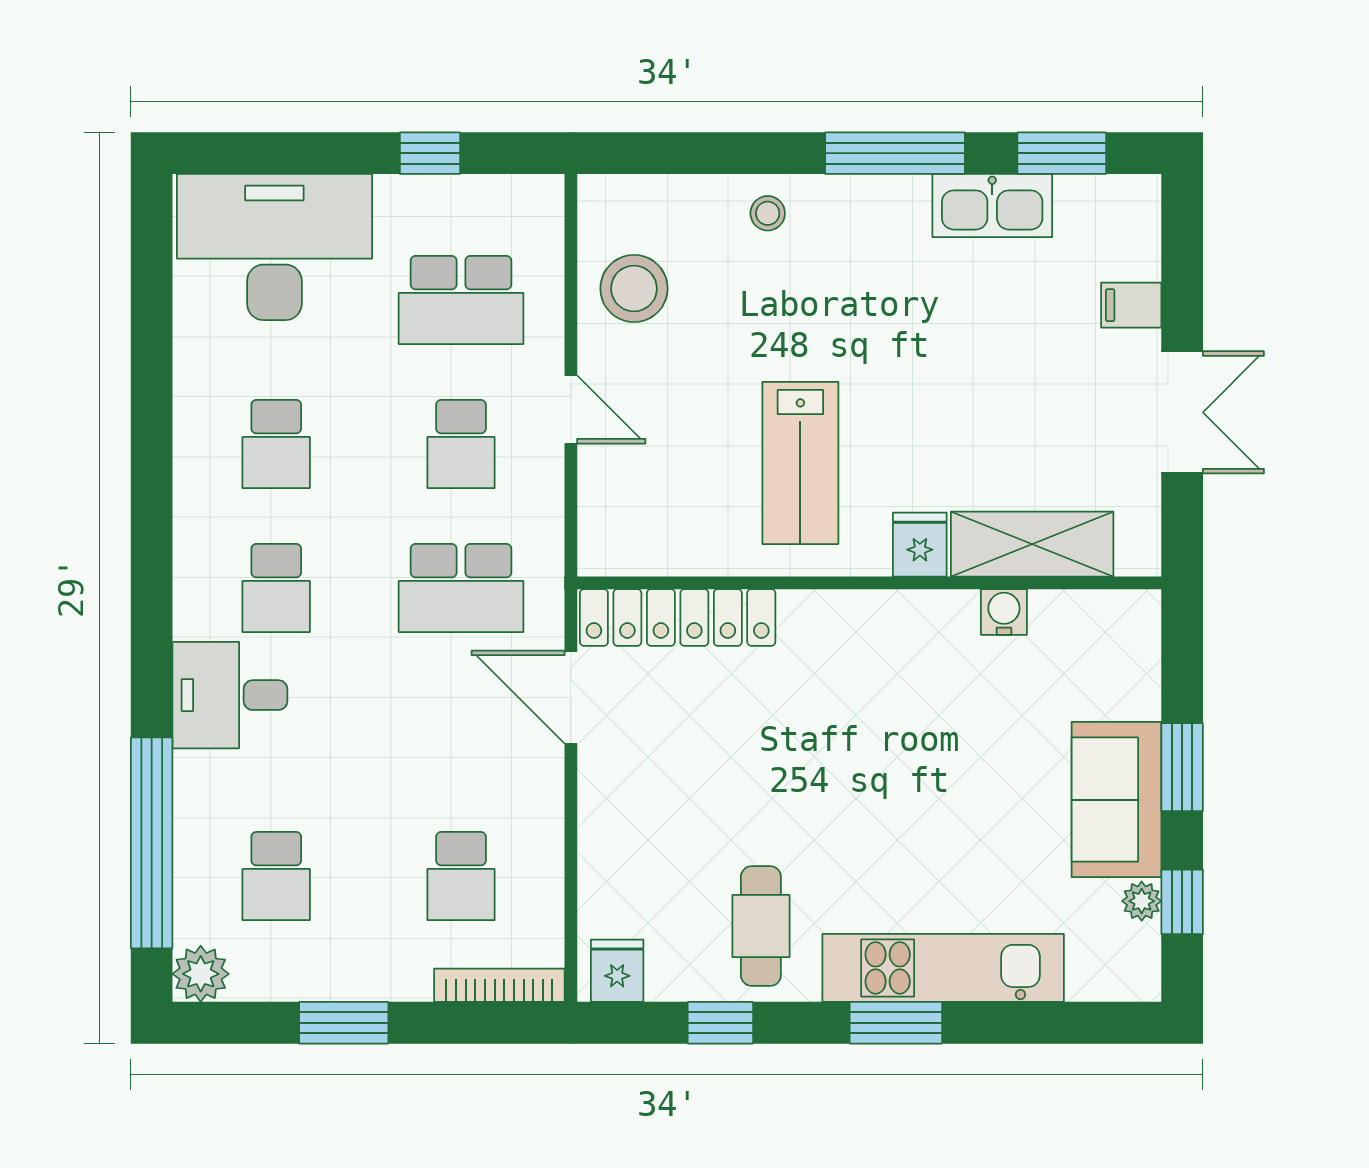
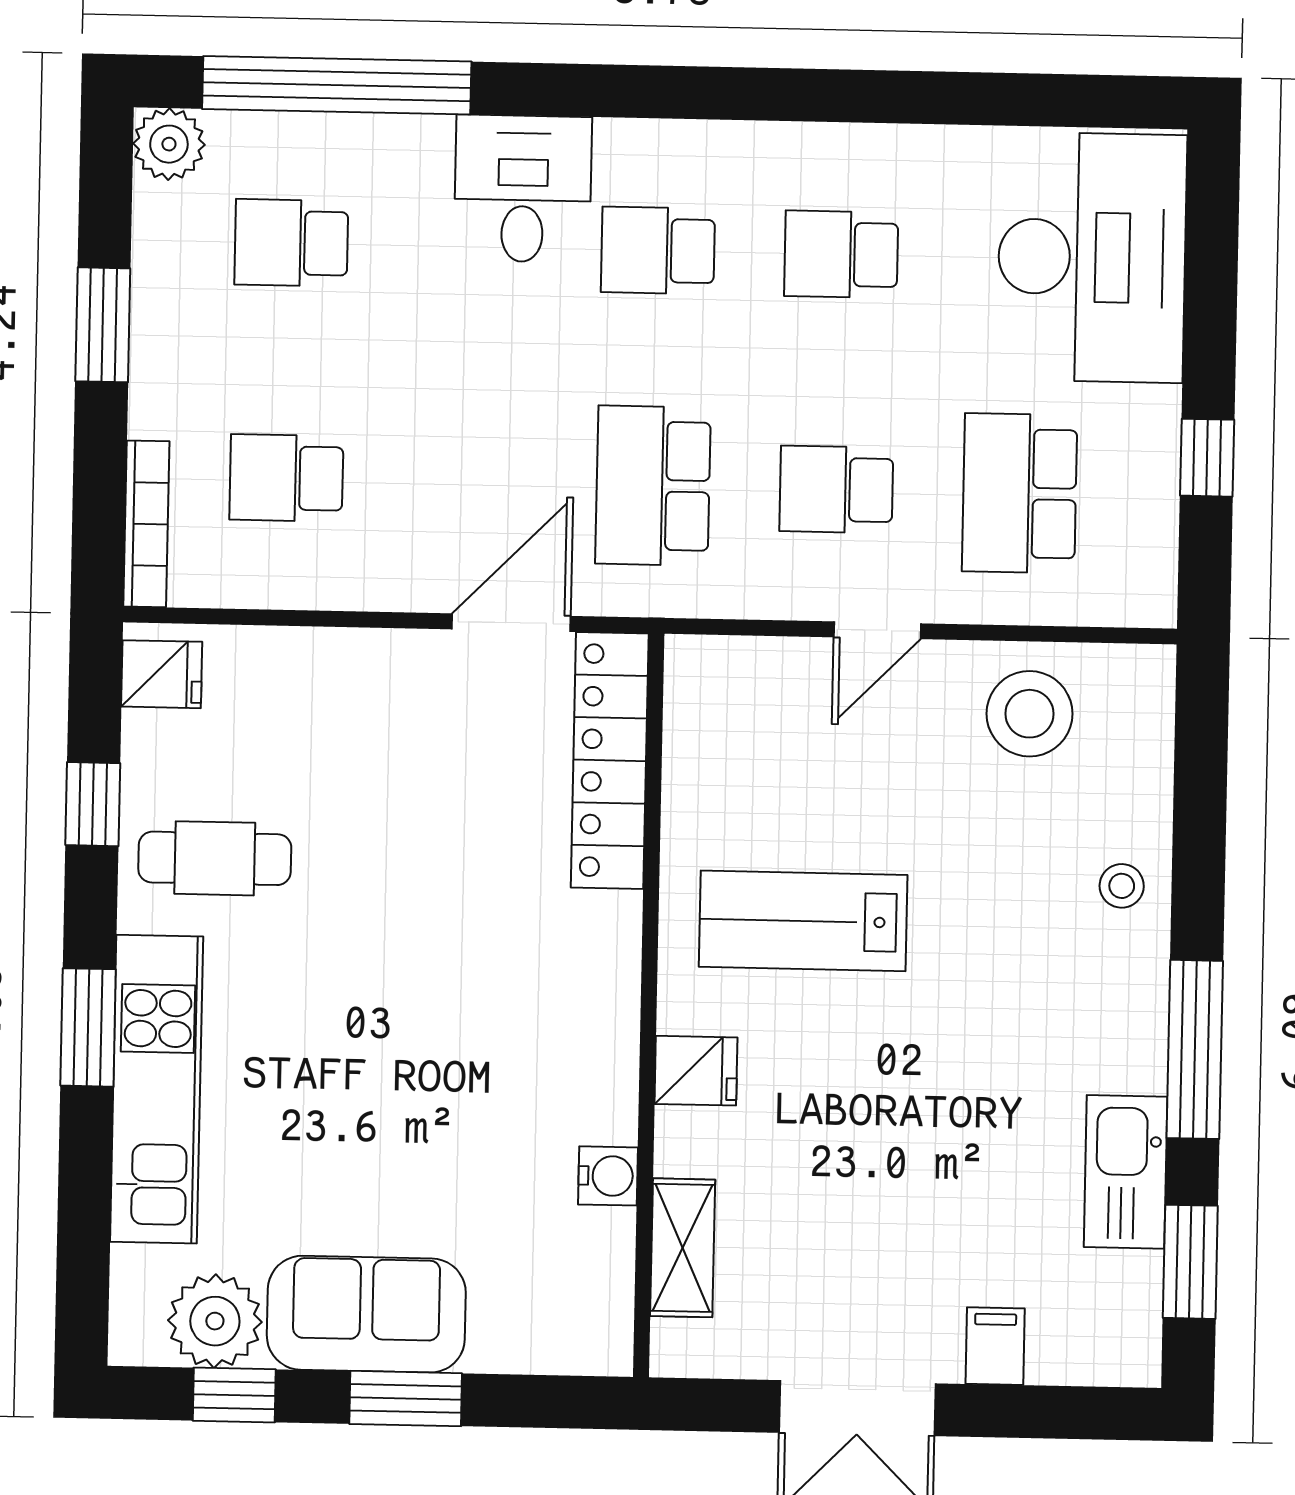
shelving: (1032, 544) -> (683, 1248), width x0.67, depth x0.75
plant: (1142, 901) -> (215, 1321), width x1.87, depth x1.87

